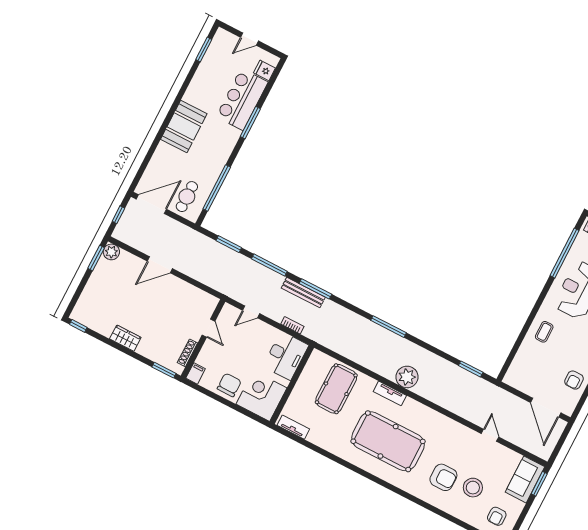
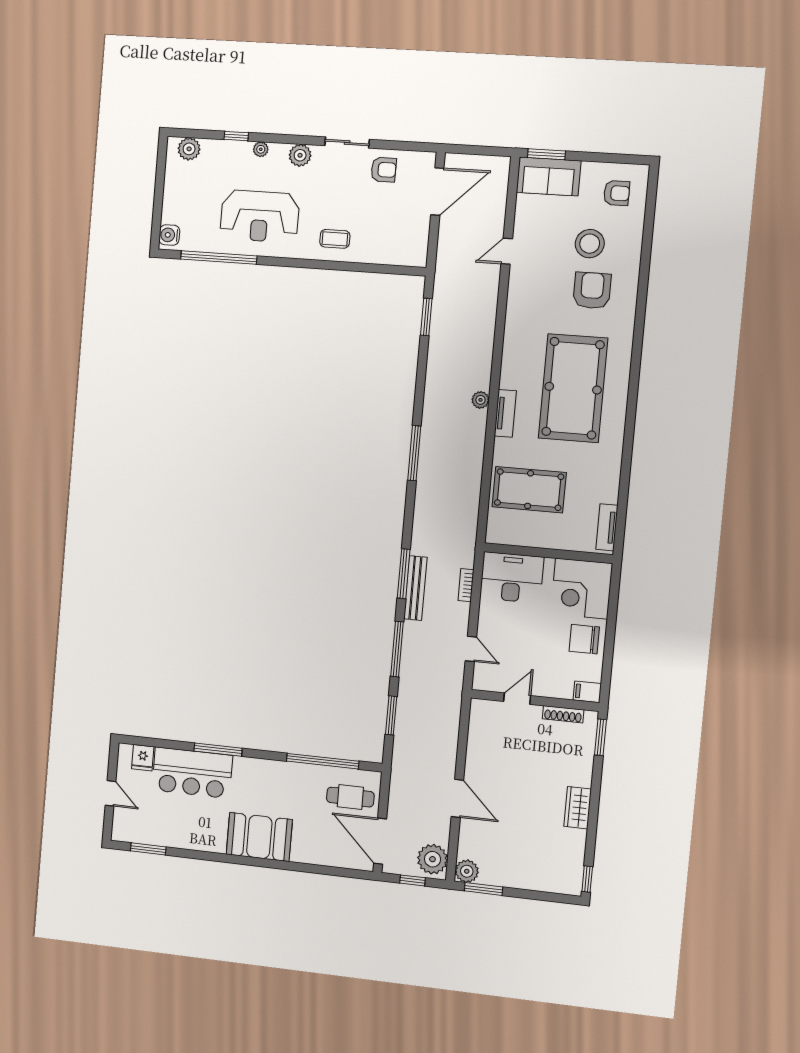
plant: (127, 233) -> (432, 859), added
plant: (407, 377) -> (480, 400), width x0.53, depth x0.53

